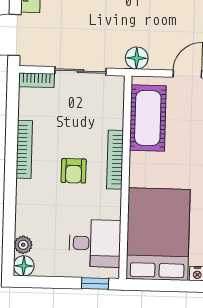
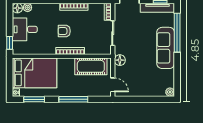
desk: (95, 243) -> (25, 29), moved, turned 90

